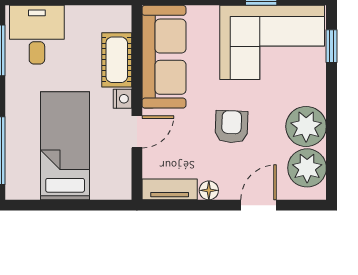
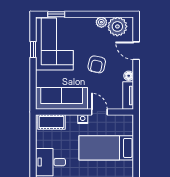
cot: (117, 60) -> (52, 122), moved
plant: (306, 126) -> (101, 22), width x0.53, depth x0.53
armchair: (232, 127) -> (97, 64), turned -80

